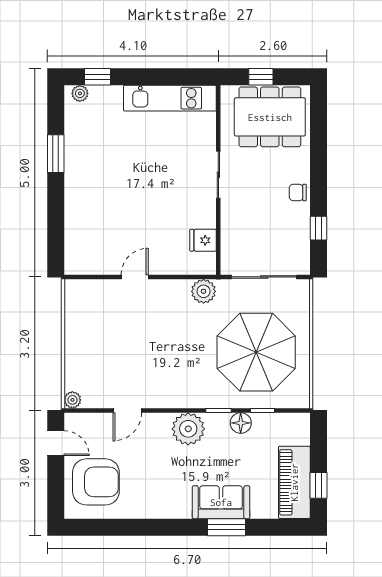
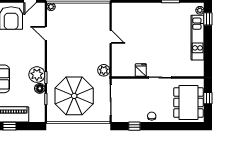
kitchen unit: (170, 98) -> (198, 38), moved
fridge: (203, 240) -> (141, 70), moved
plant: (188, 429) -> (37, 75), moved

